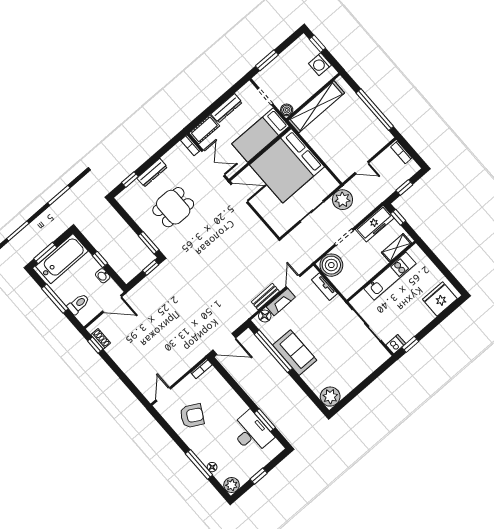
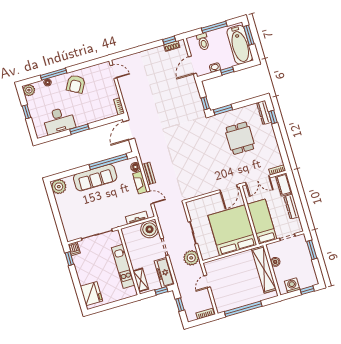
boiler: (287, 110) -> (275, 262), moved
dresser: (152, 173) -> (264, 113), moved
sofa: (295, 353) -> (95, 178), width x1.36
armchair: (192, 416) -> (76, 84), moved
window: (265, 420) -> (79, 129), moved

